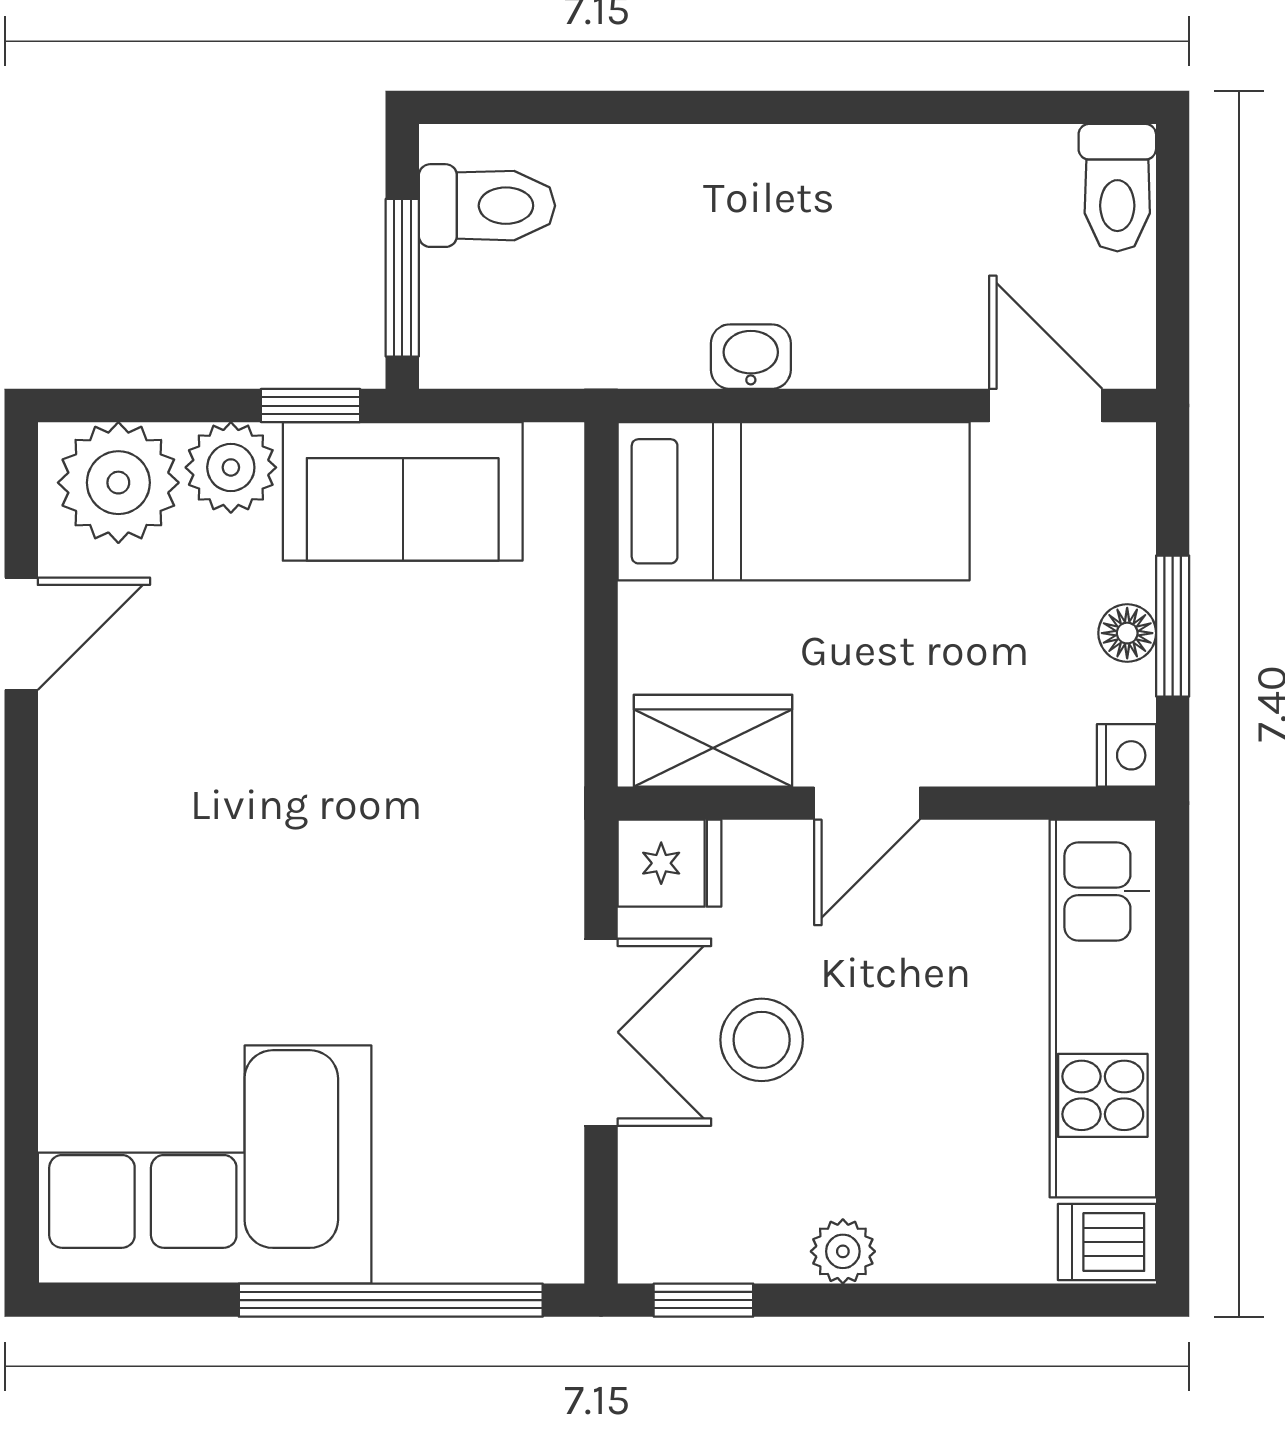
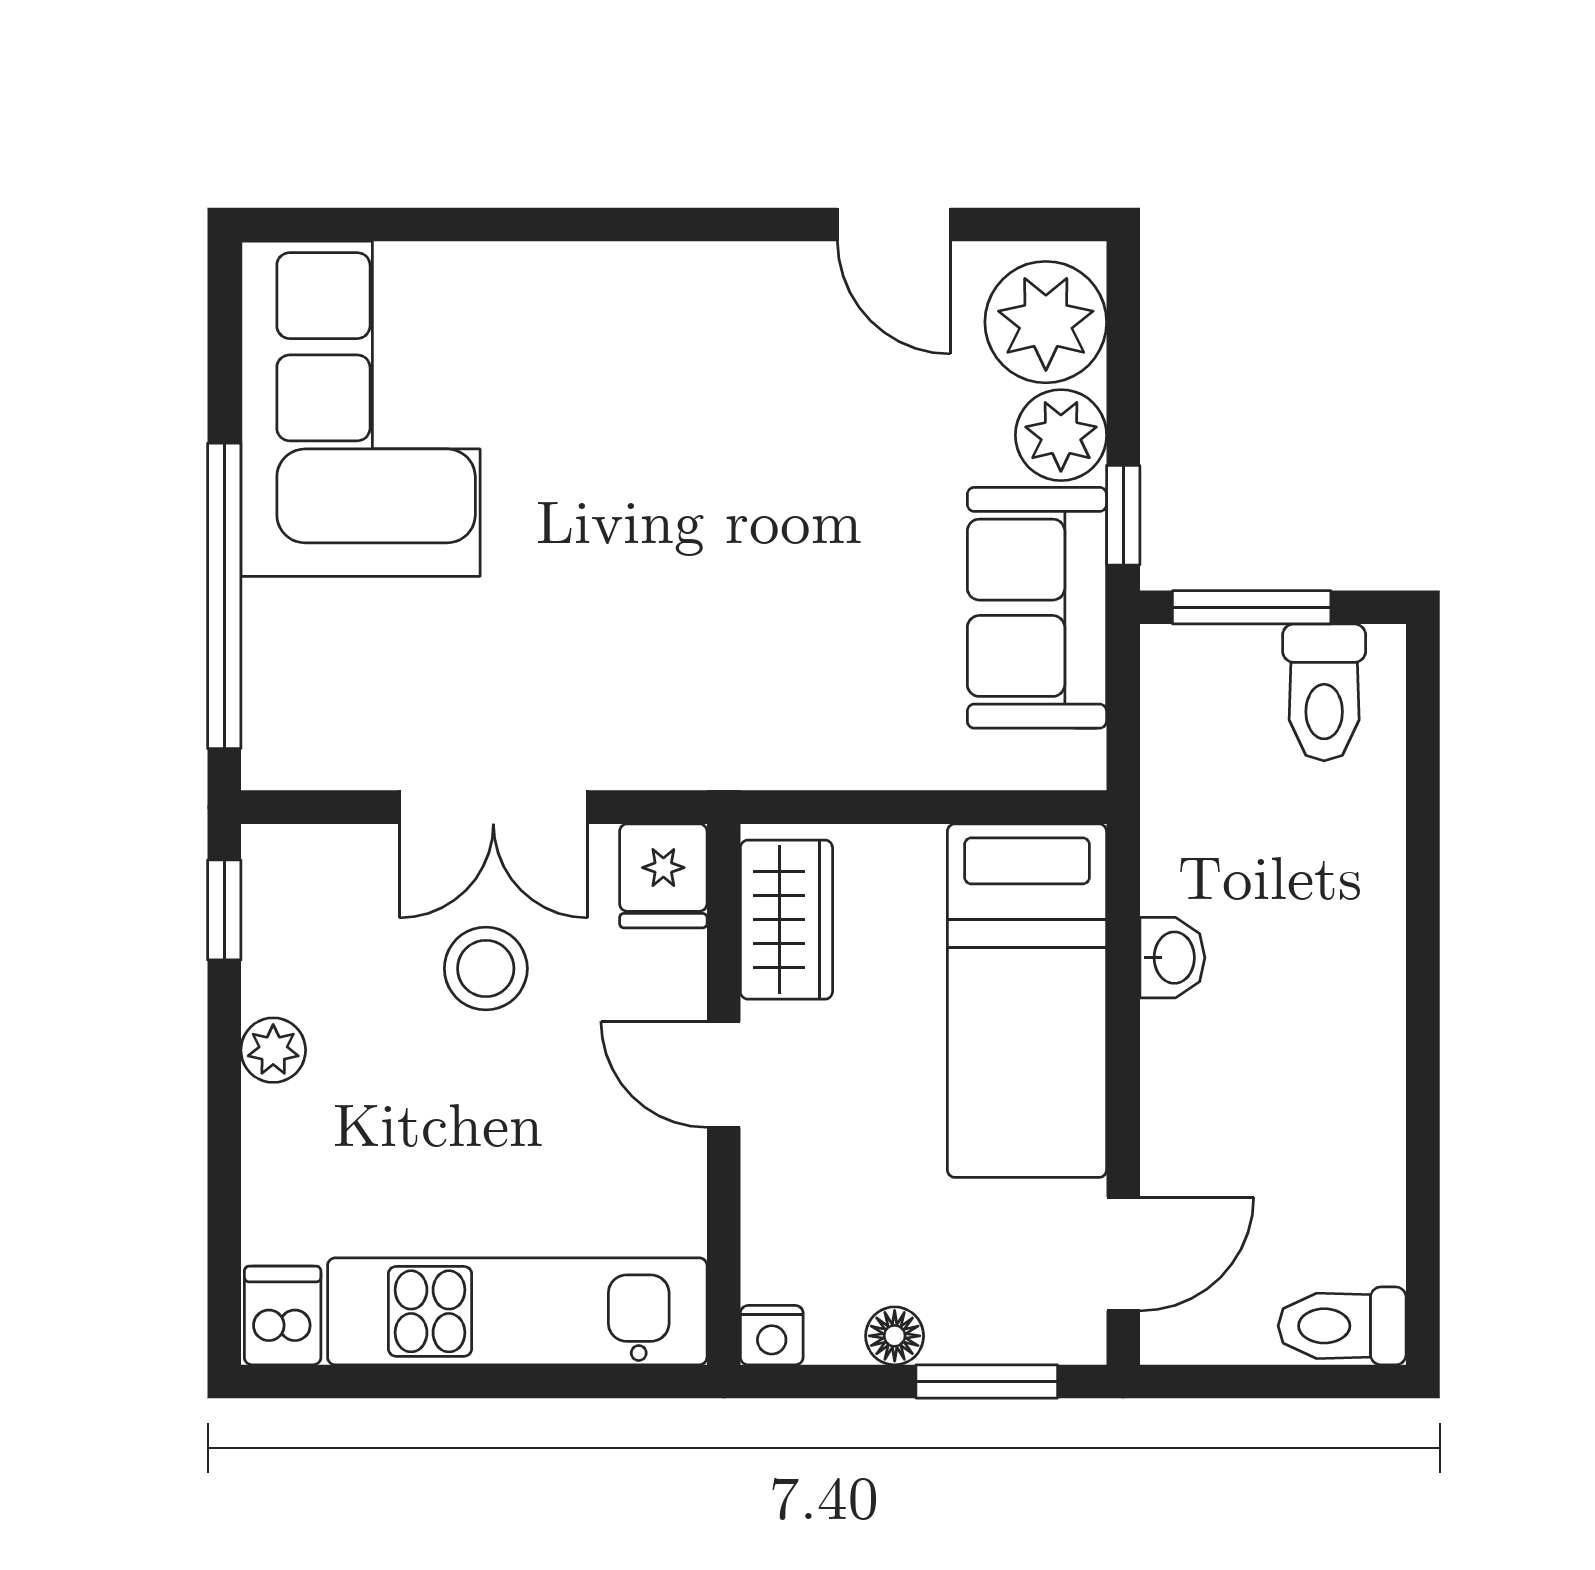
window: (1173, 626) -> (987, 1381), moved

